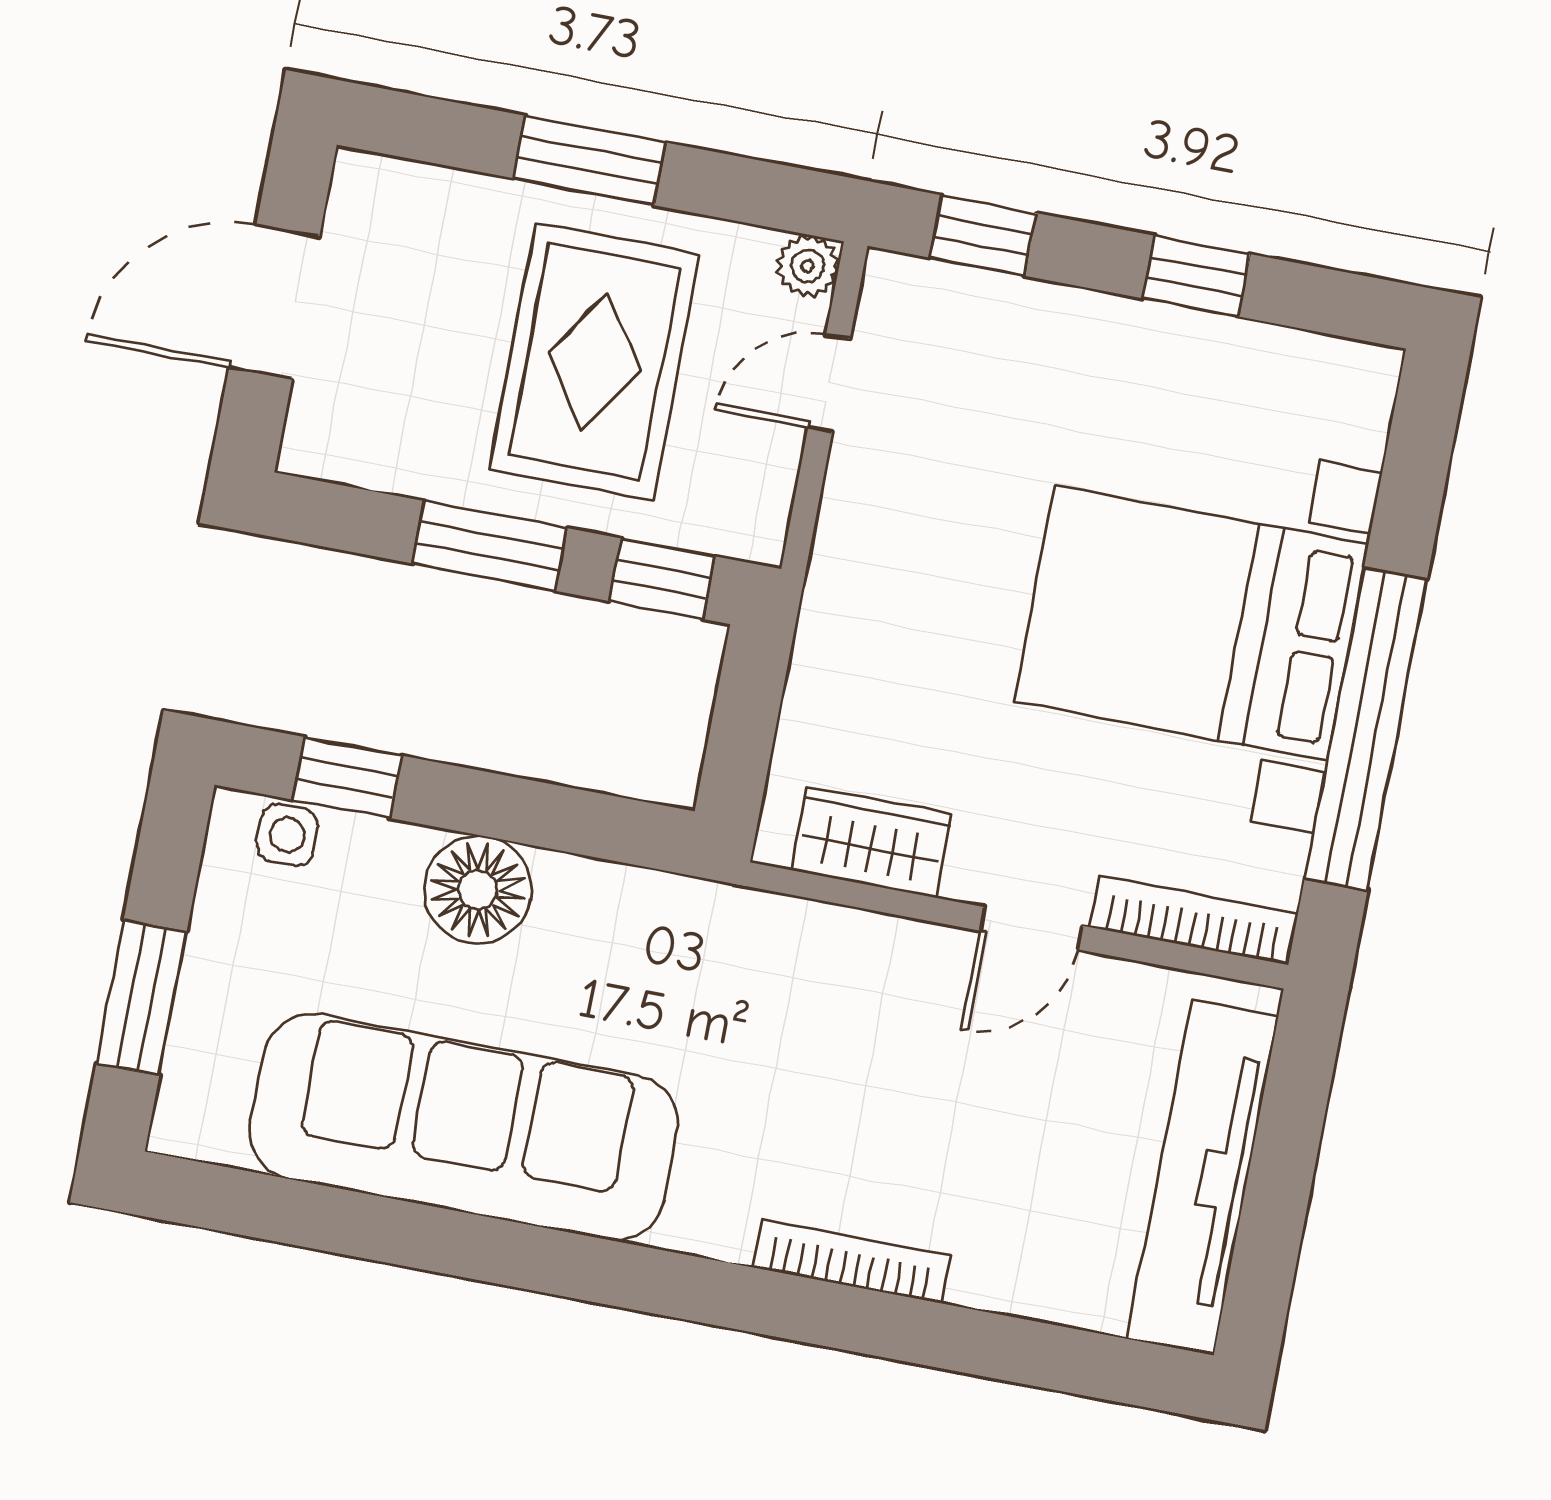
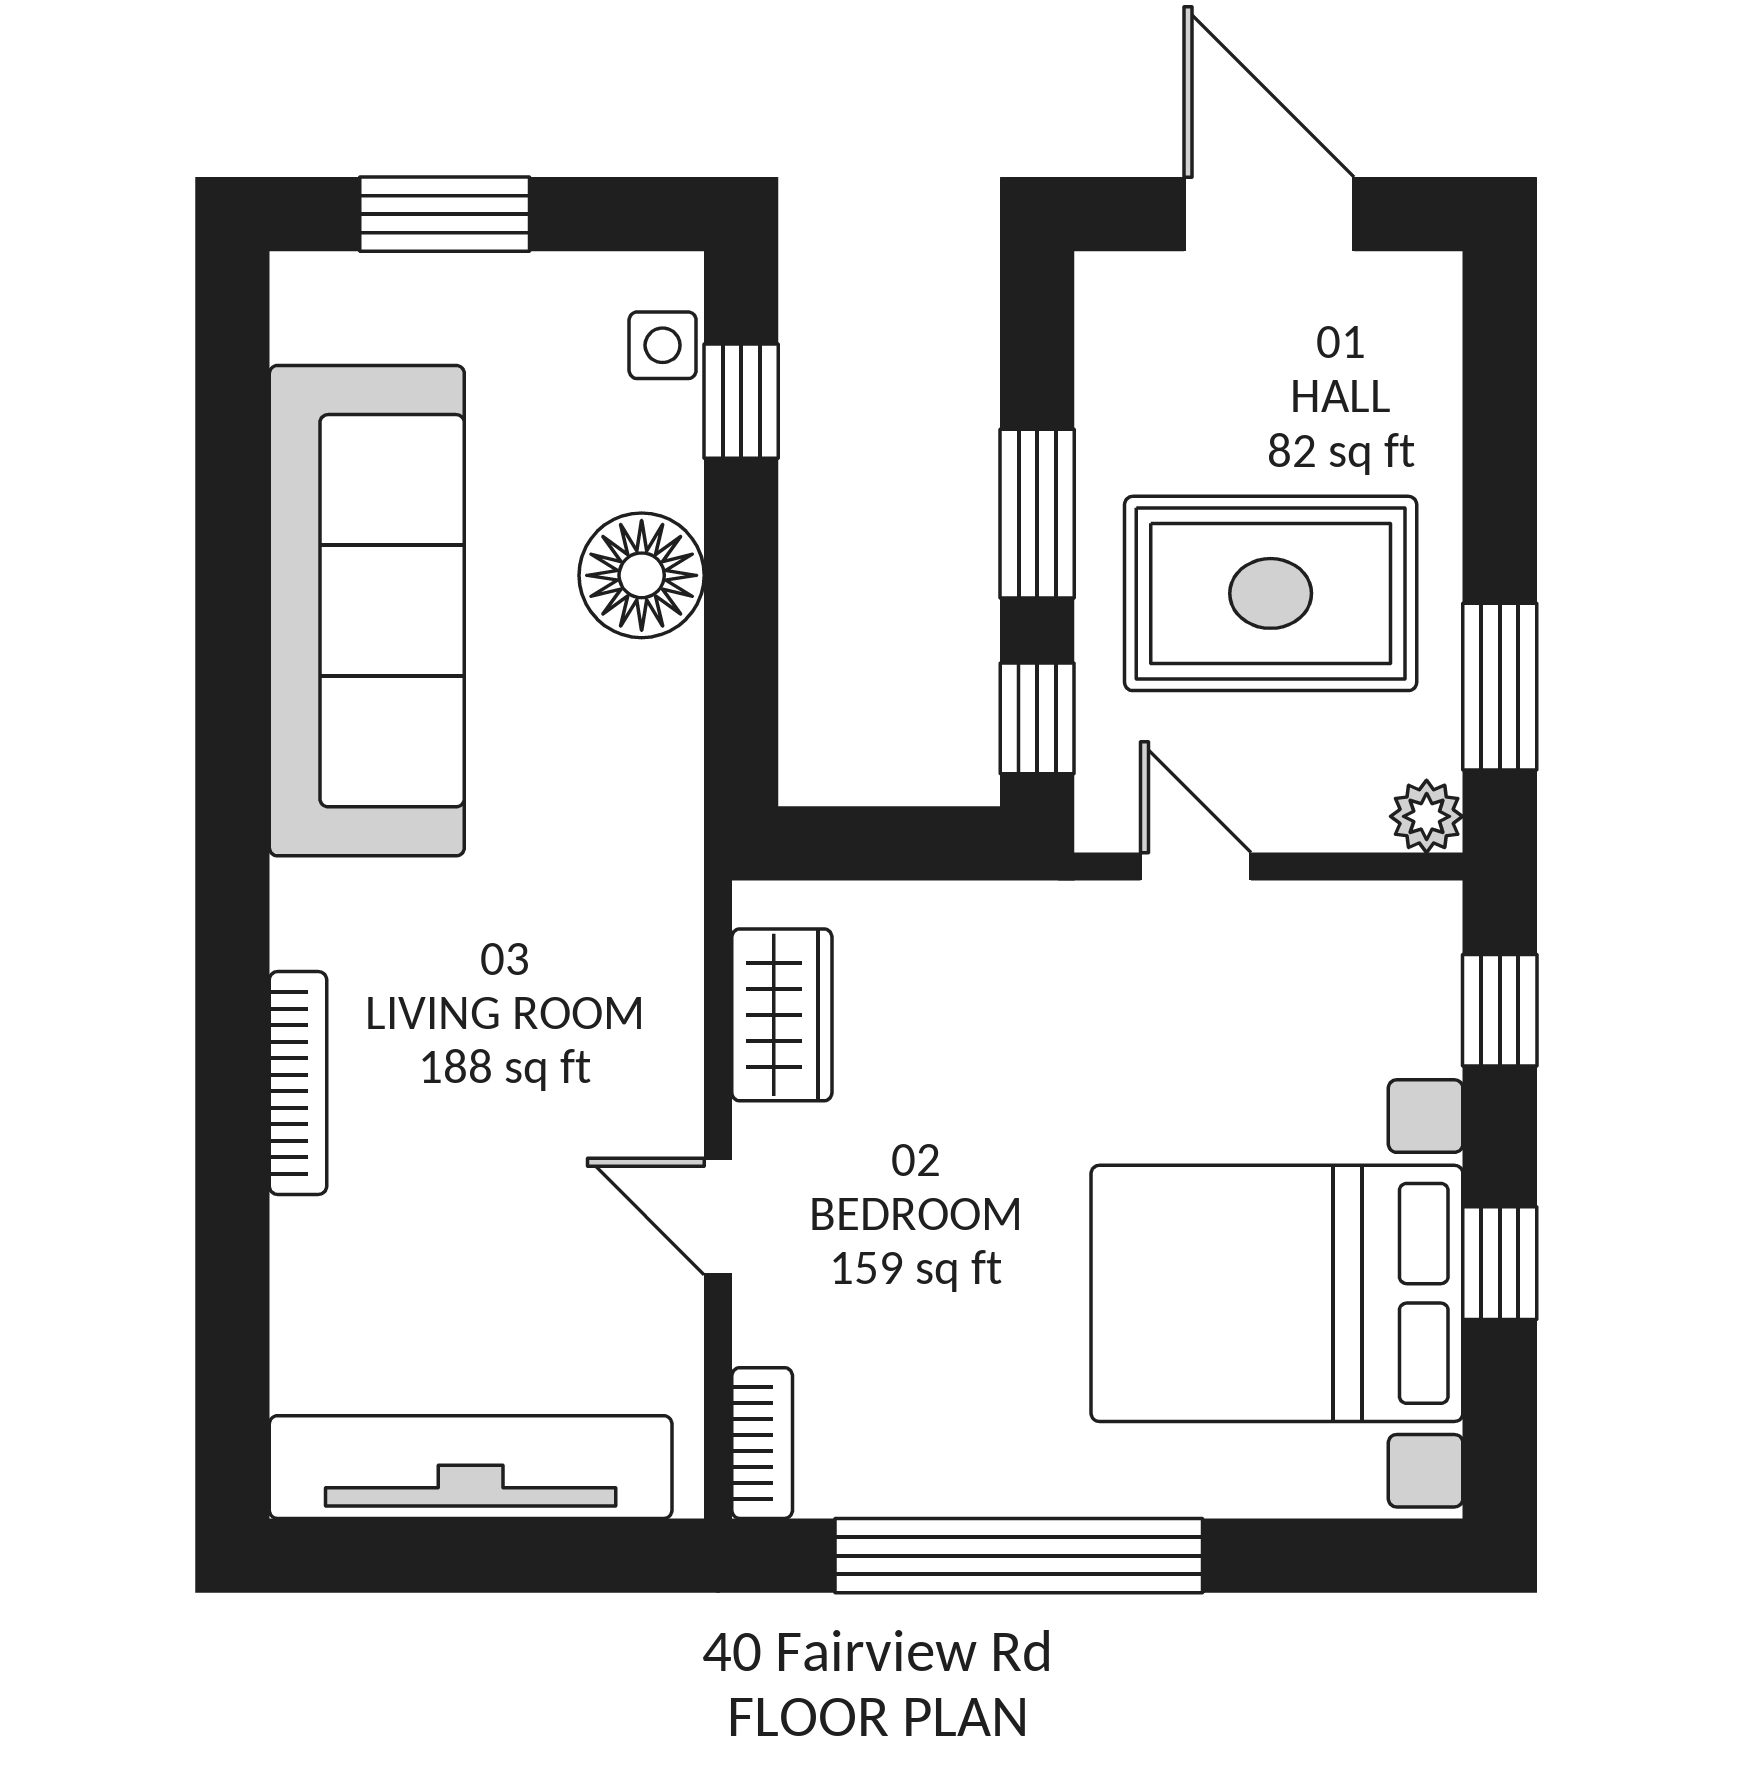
window: (590, 160) -> (1500, 687), moved
door: (829, 383) -> (1196, 866), moved
bed with nightstands: (1191, 623) -> (1277, 1293), moved, turned -90
bookcase: (1194, 921) -> (762, 1443), width x0.64

